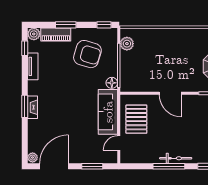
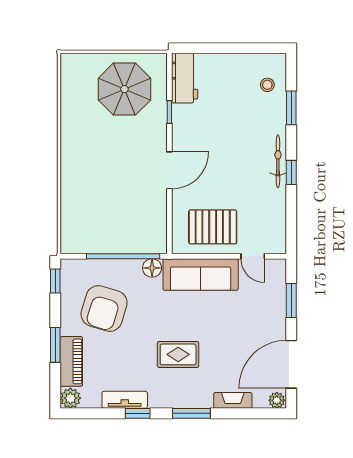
plant: (127, 44) -> (87, 243), removed
window: (25, 48) -> (138, 413), moved
armchair: (87, 54) -> (104, 309), turned 180
rug: (60, 98) -> (178, 354), added
fireplace: (32, 107) -> (233, 400), moved
door: (54, 166) -> (291, 364), hinge flipped
window: (169, 166) -> (291, 172), width x0.46

